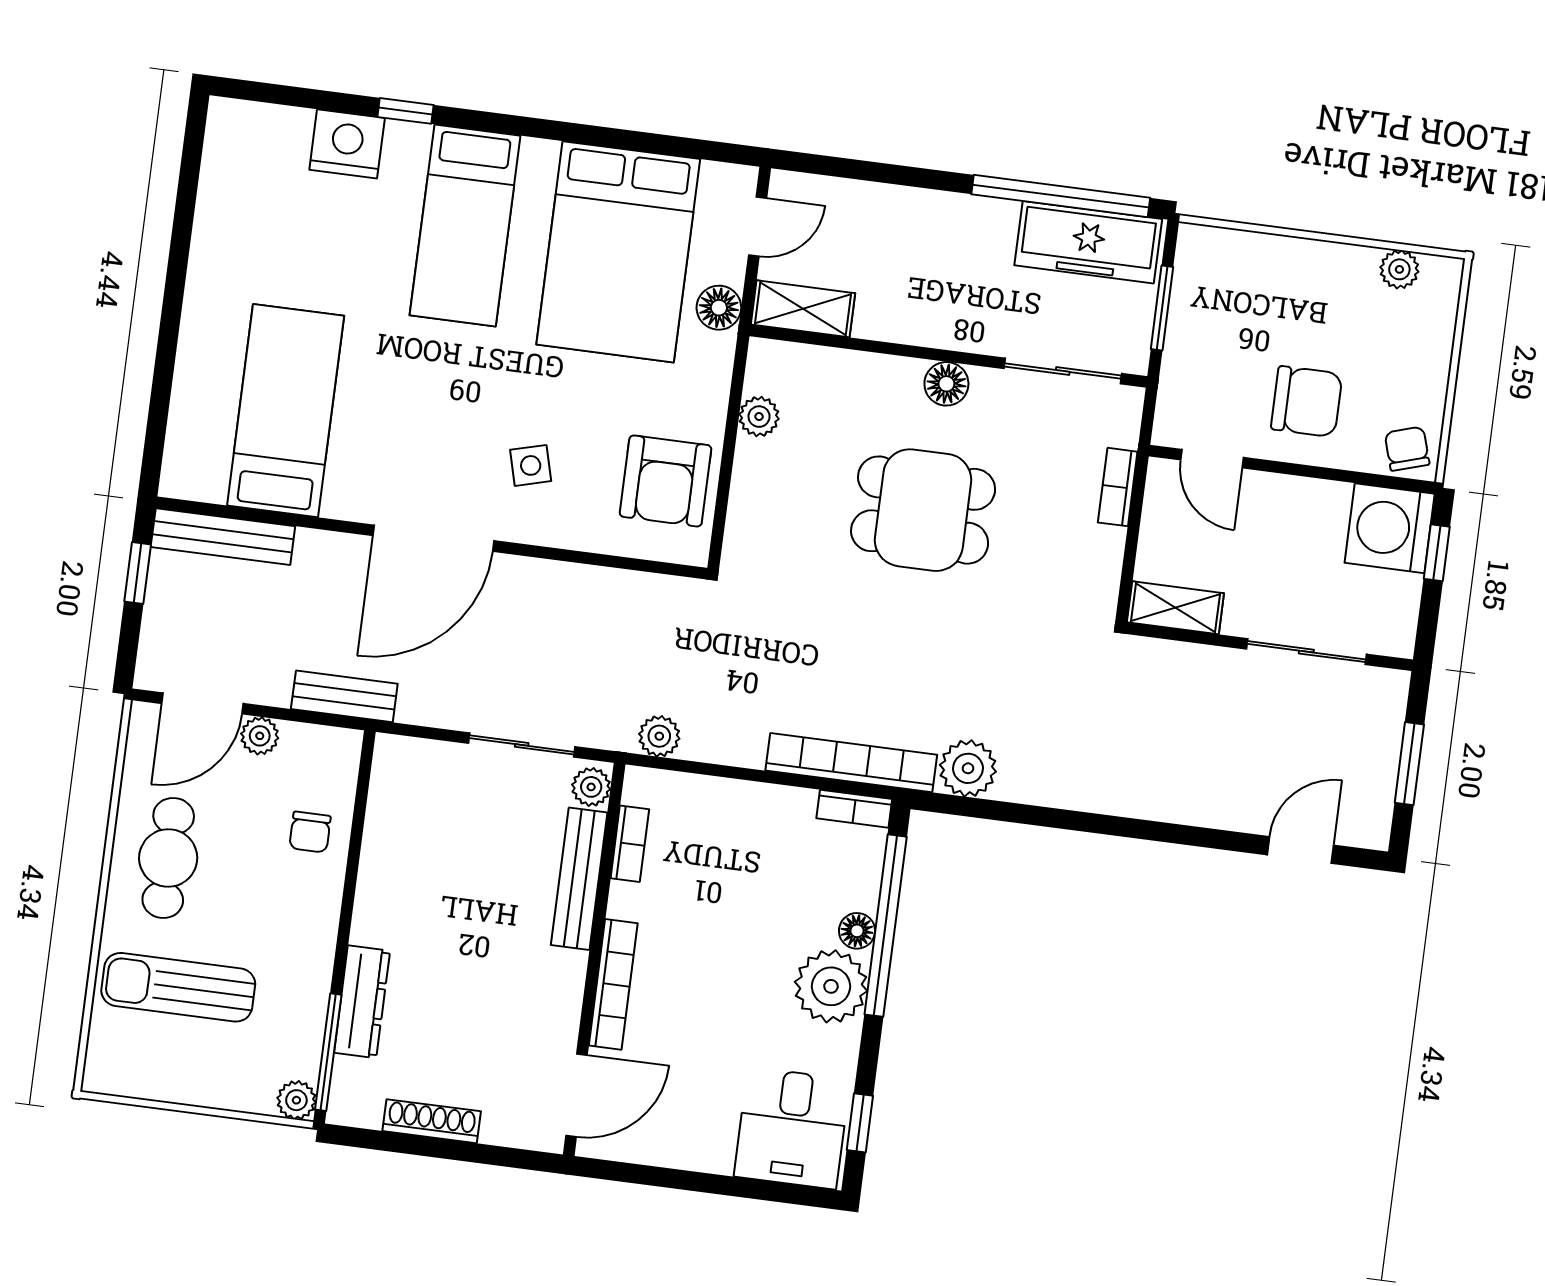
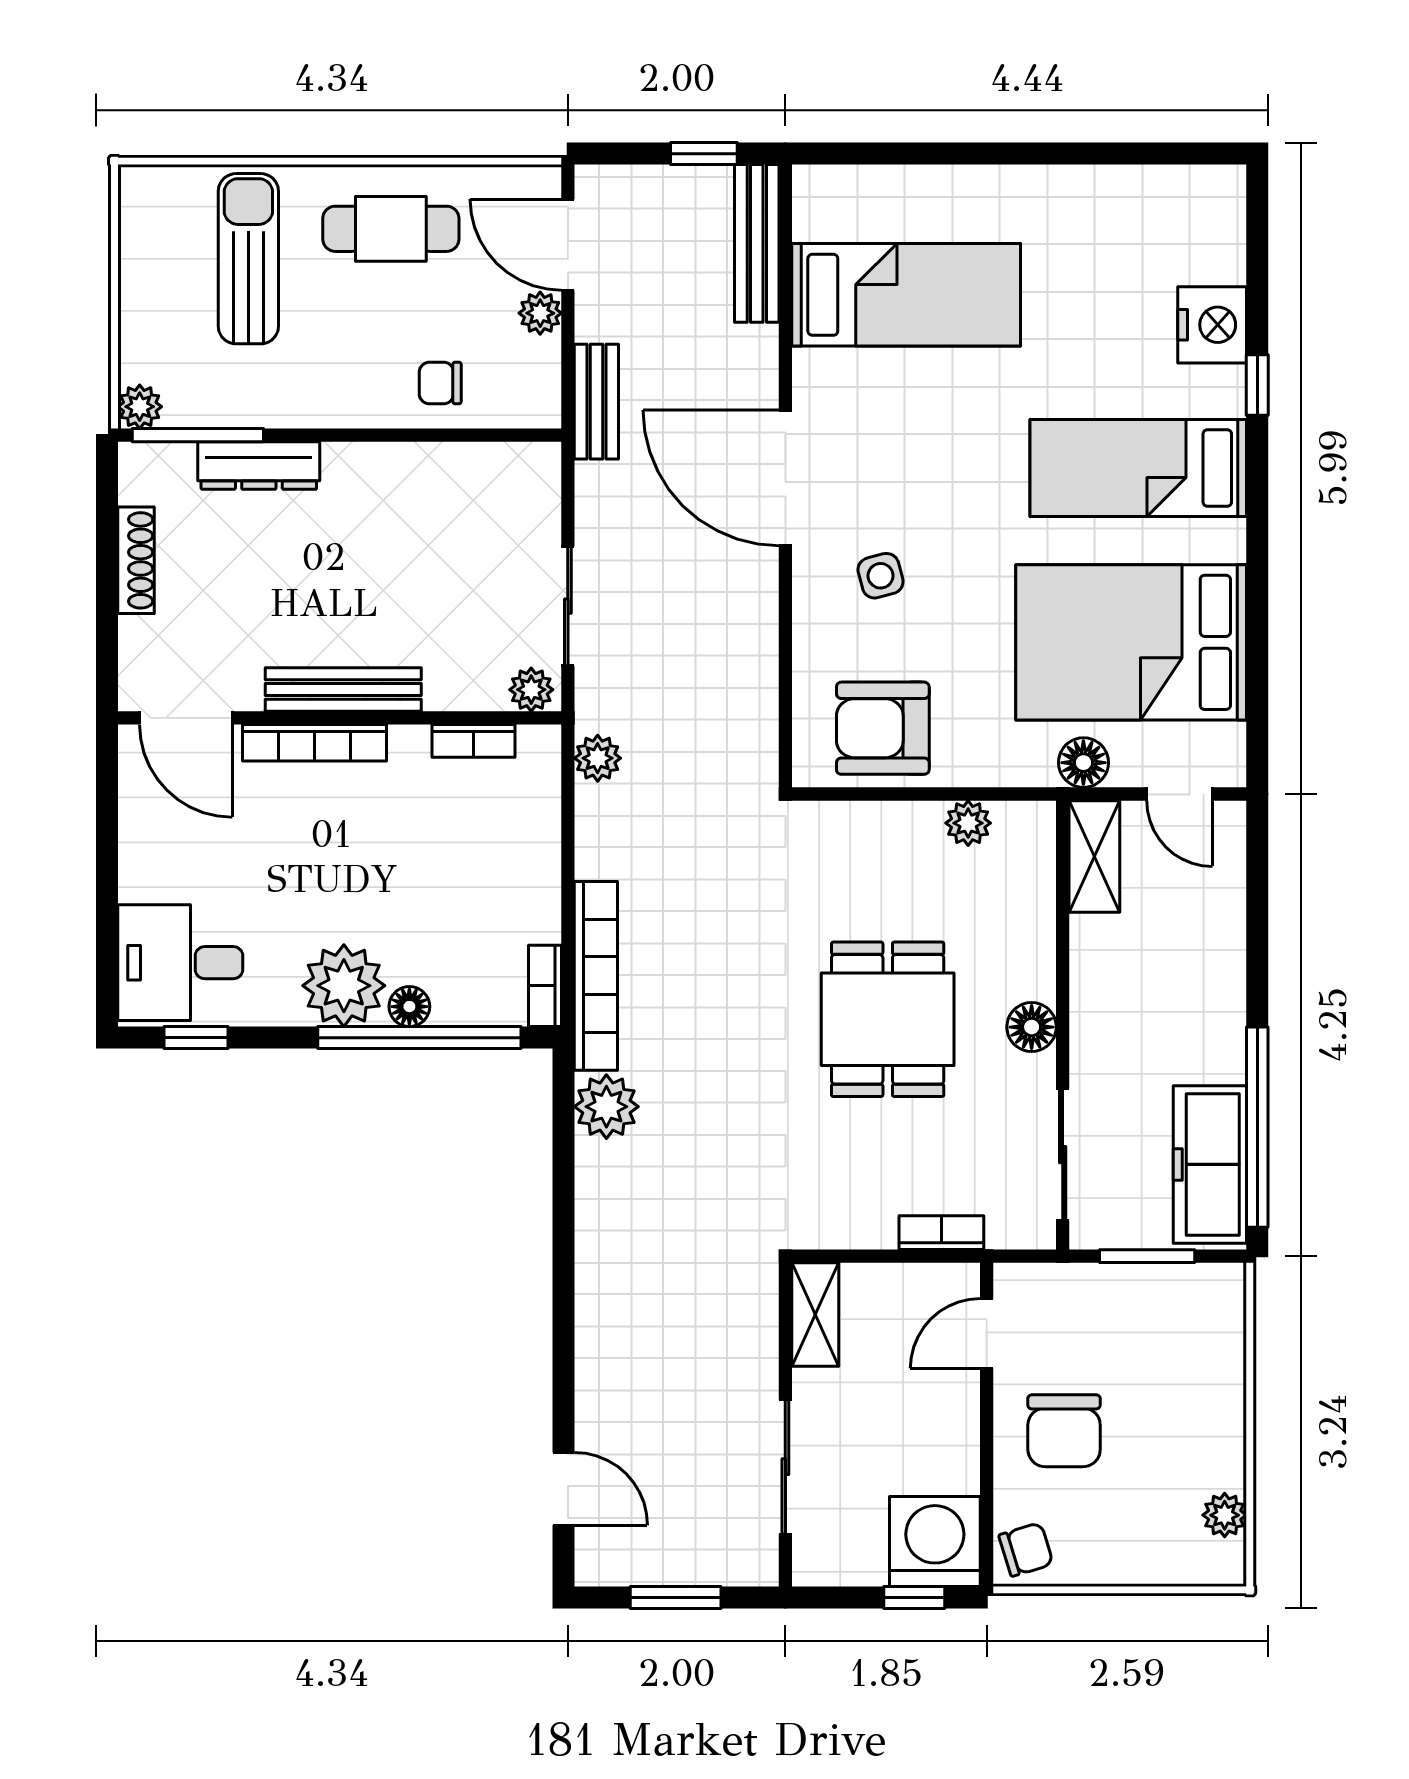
bench: (579, 879) -> (343, 690), moved

